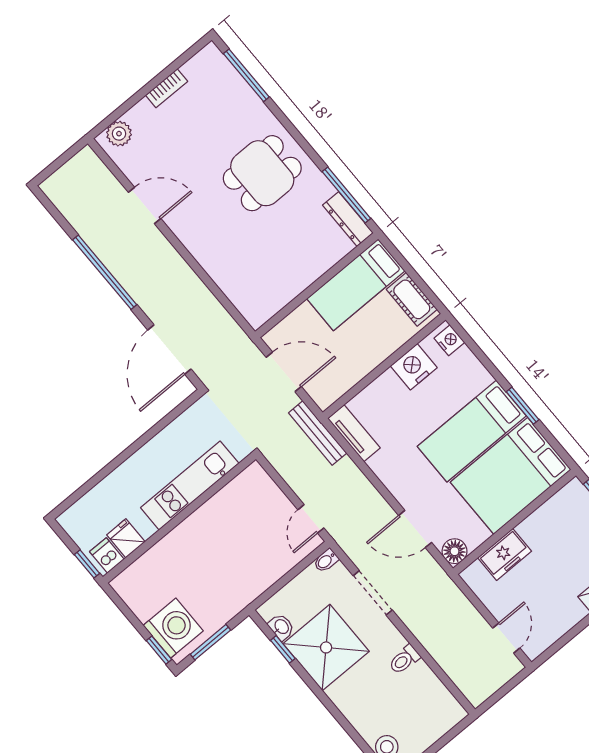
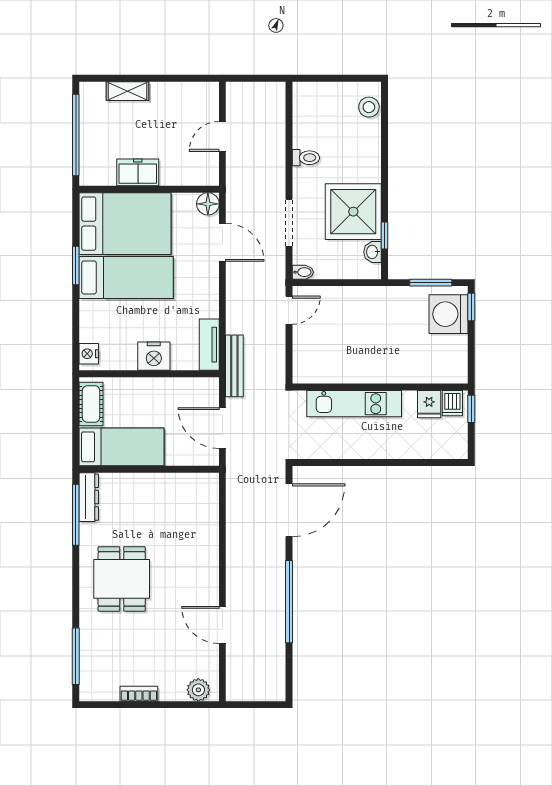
dining table: (262, 173) -> (122, 579), turned 90
nightstand: (414, 367) -> (154, 356), moved
freezer: (505, 554) -> (138, 172), moved
door: (506, 638) -> (222, 136), moved

